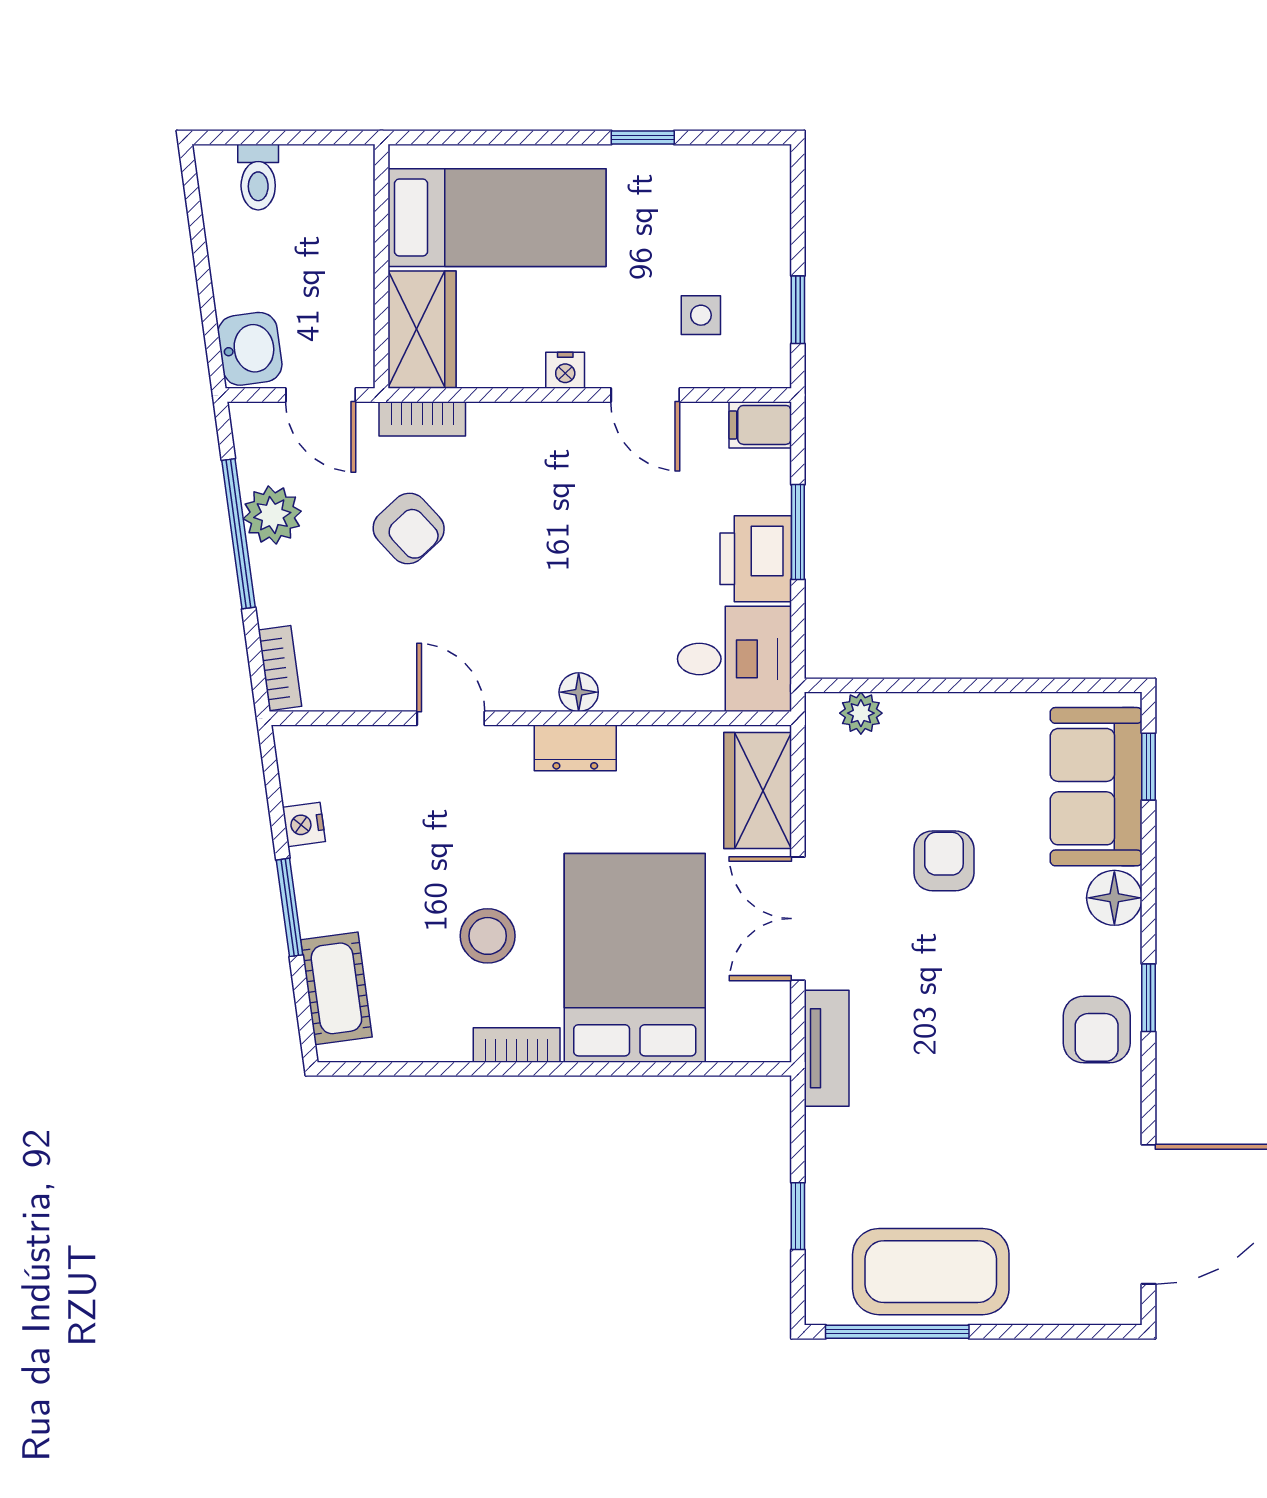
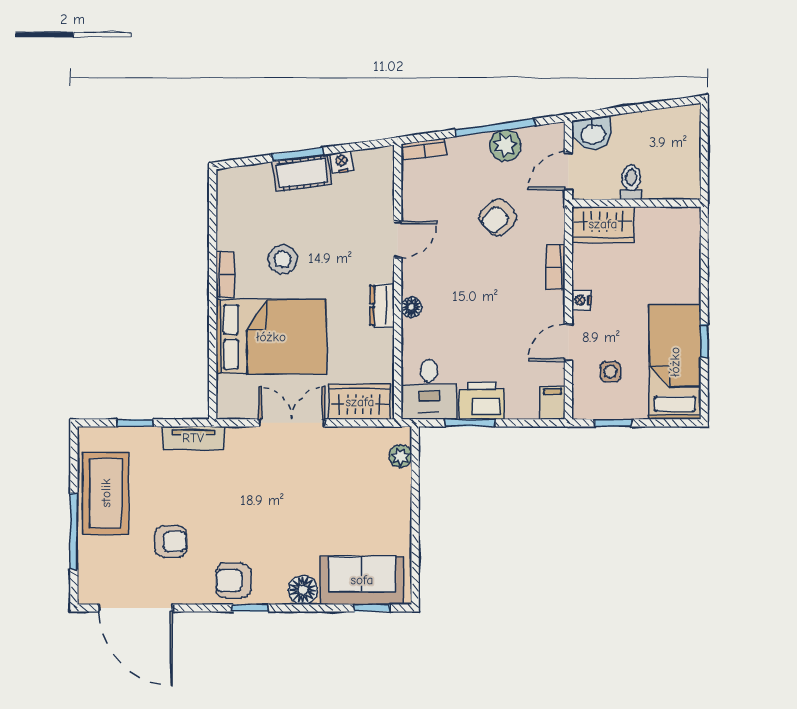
toilet: (258, 177) -> (631, 182), moved, turned 90
bed: (497, 218) -> (675, 362), moved, turned 180
bookcase: (422, 419) -> (556, 267), moved
window: (798, 532) -> (470, 423), moved
armchair: (944, 861) -> (171, 542), moved
cot: (336, 988) -> (302, 173), moved
tv unit: (827, 1048) -> (193, 438), moved
window: (897, 1332) -> (74, 531), moved

